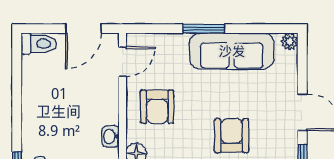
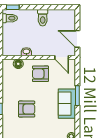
toilet: (39, 44) -> (43, 18), moved
sofa: (232, 51) -> (67, 104), width x0.73

